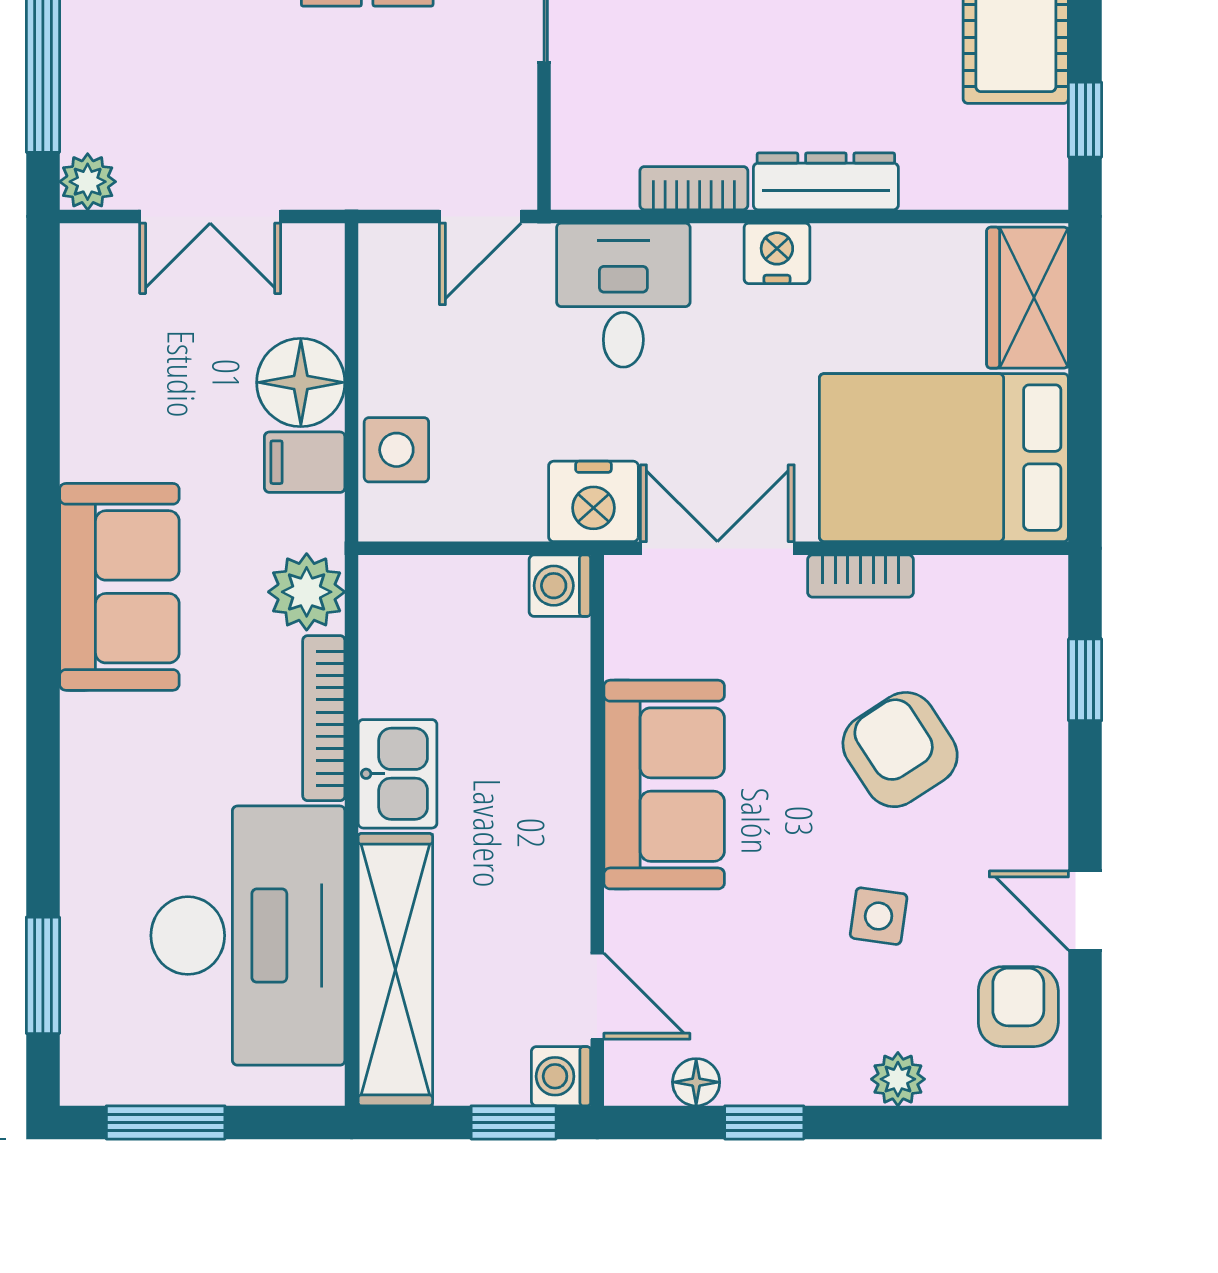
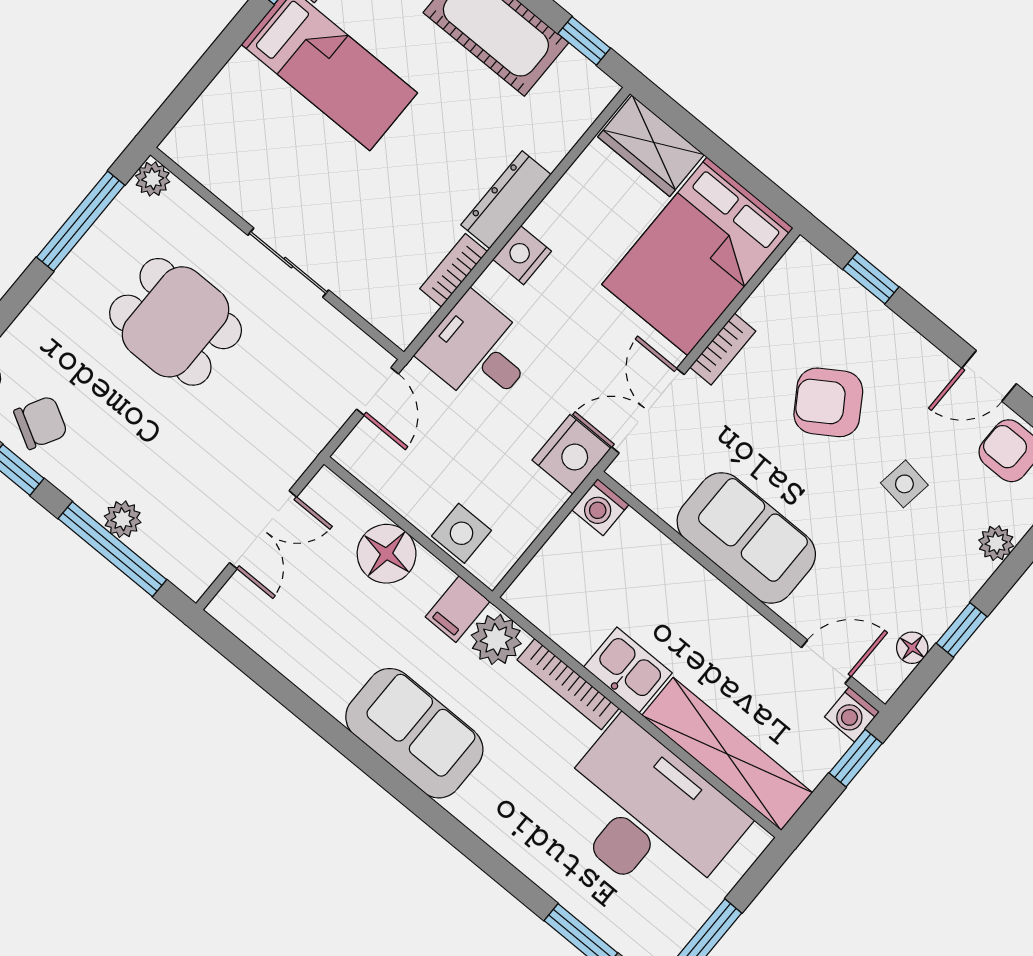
plant: (88, 182) -> (123, 519), moved
filing cabinet: (305, 462) -> (458, 609), moved

